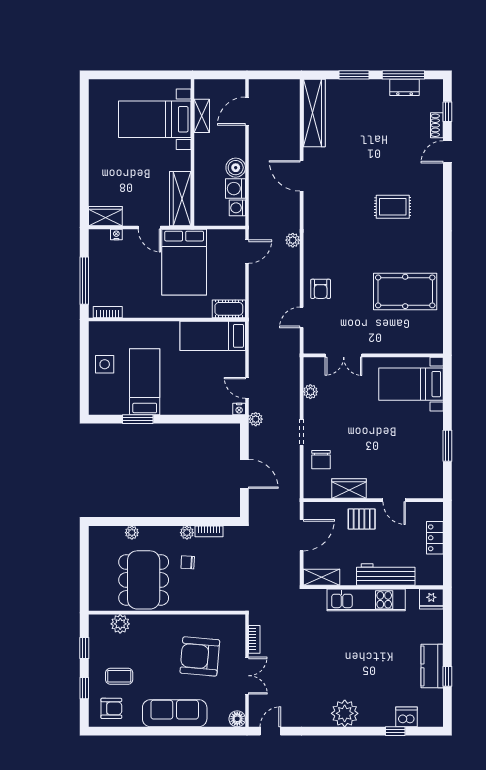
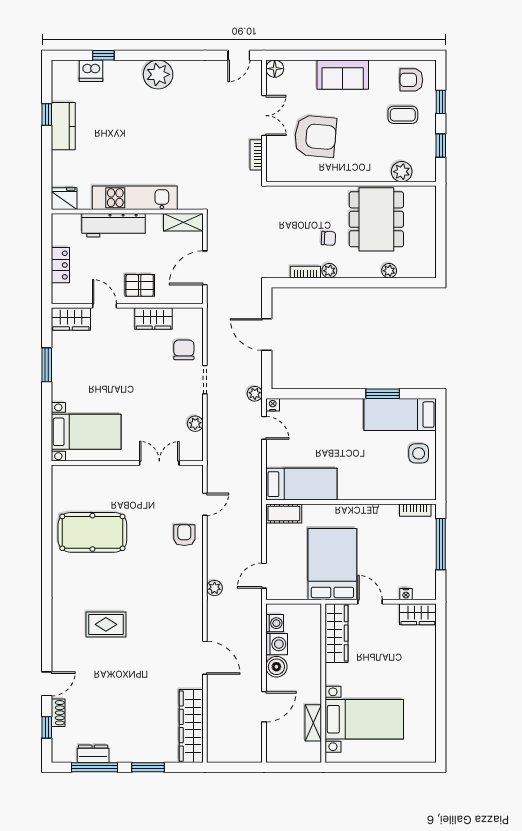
door: (247, 111) -> (264, 707), moved
bed: (145, 382) -> (400, 415), moved, turned 90
wardrobe: (425, 488) -> (71, 319), added
double door: (247, 676) -> (264, 116), swing flipped
sofa: (175, 713) -> (343, 75), width x0.73

